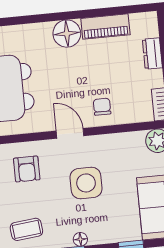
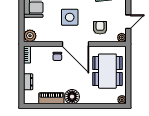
door: (70, 133) -> (76, 44), width x1.88

